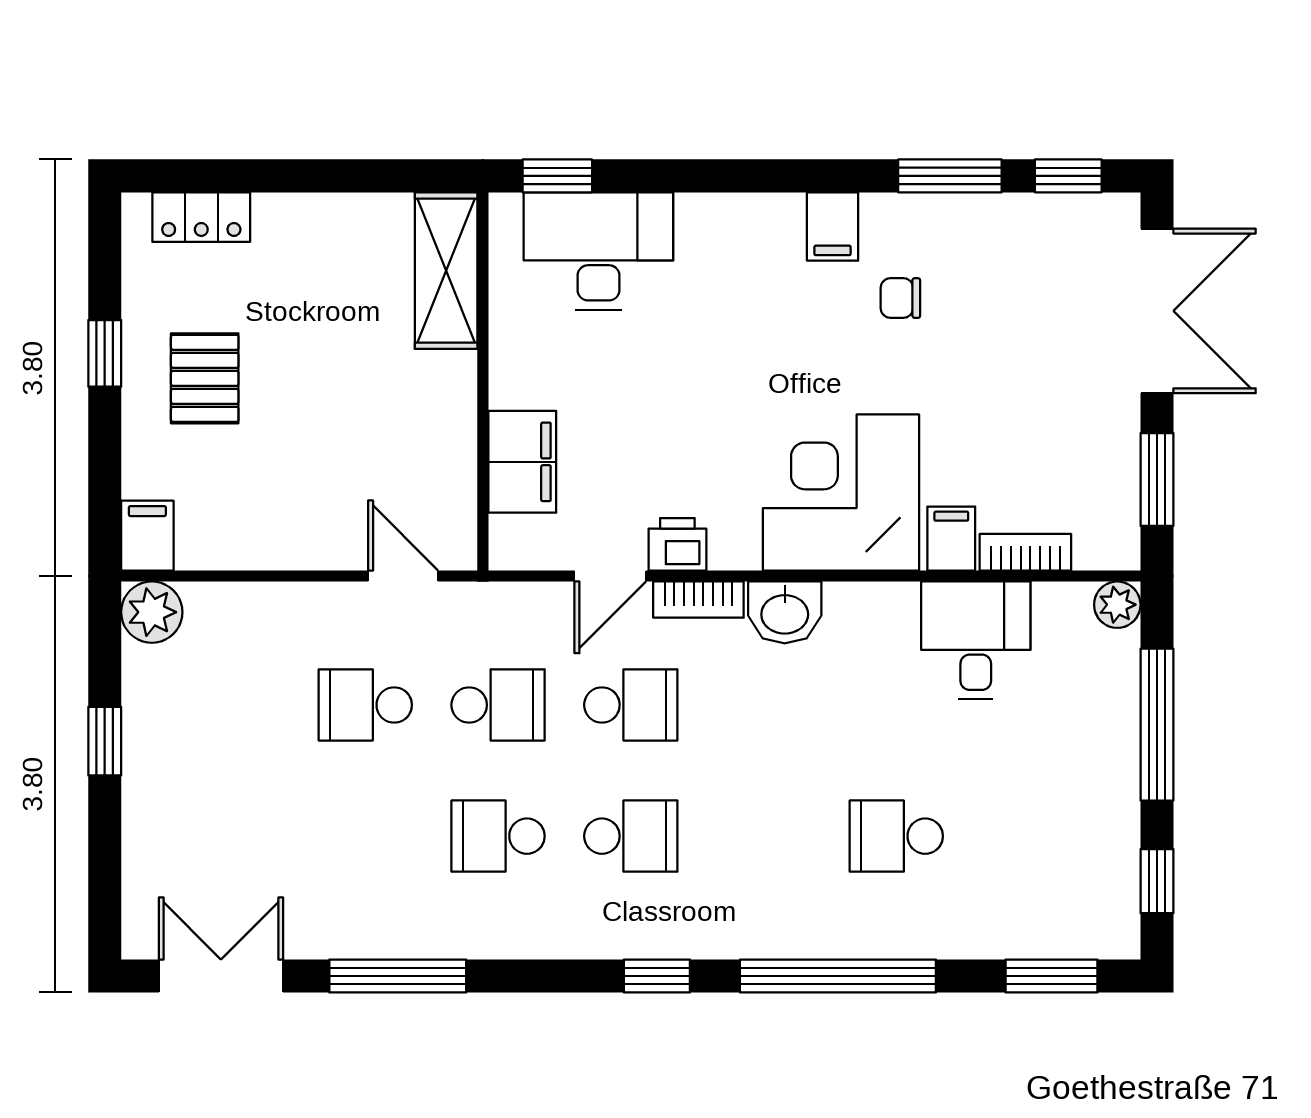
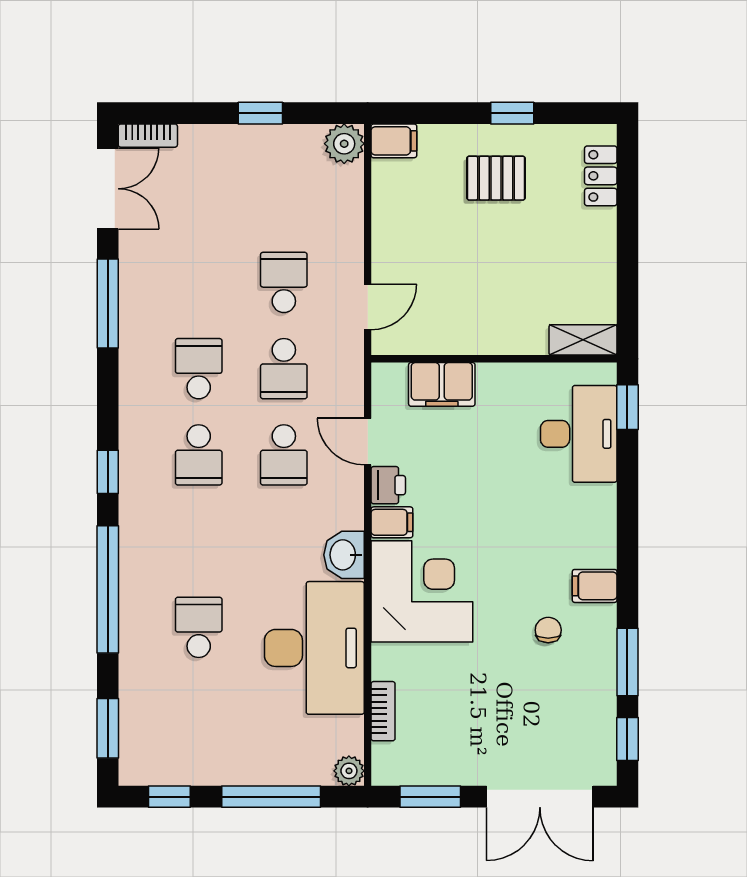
shelving: (446, 271) -> (583, 340), width x0.67, depth x0.75
filing cabinet: (951, 539) -> (392, 522), moved
bookcase: (698, 600) -> (148, 136), moved, turned -90
desk: (976, 640) -> (314, 648), width x1.87, depth x1.30

